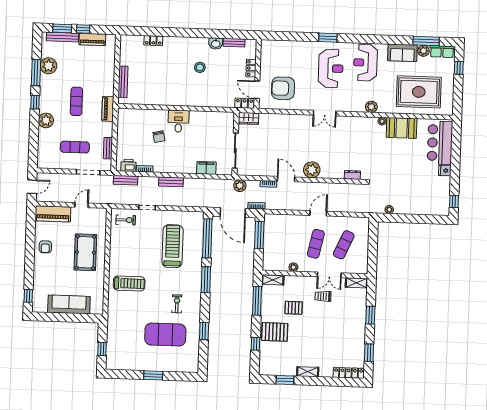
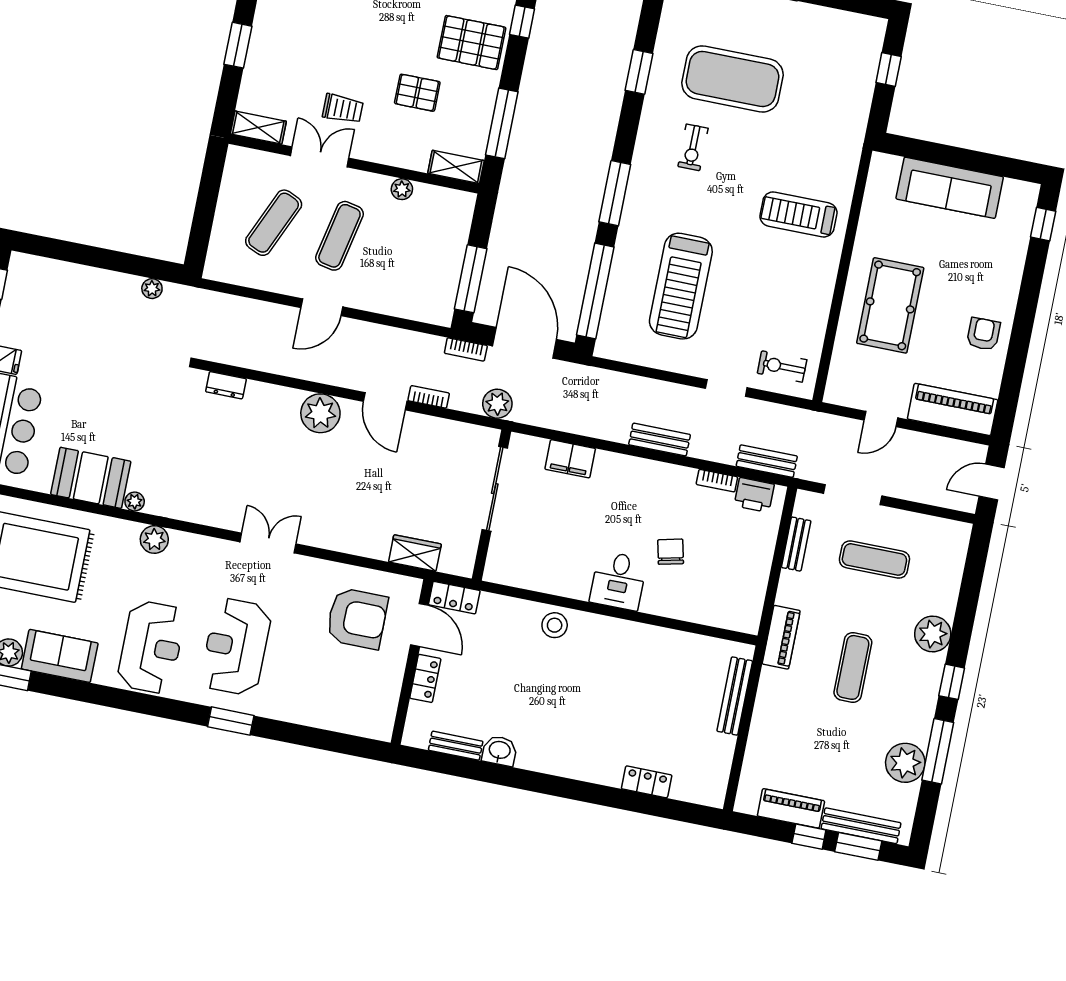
stool: (200, 67) -> (555, 625), moved
wardrobe: (248, 118) -> (415, 553), moved

